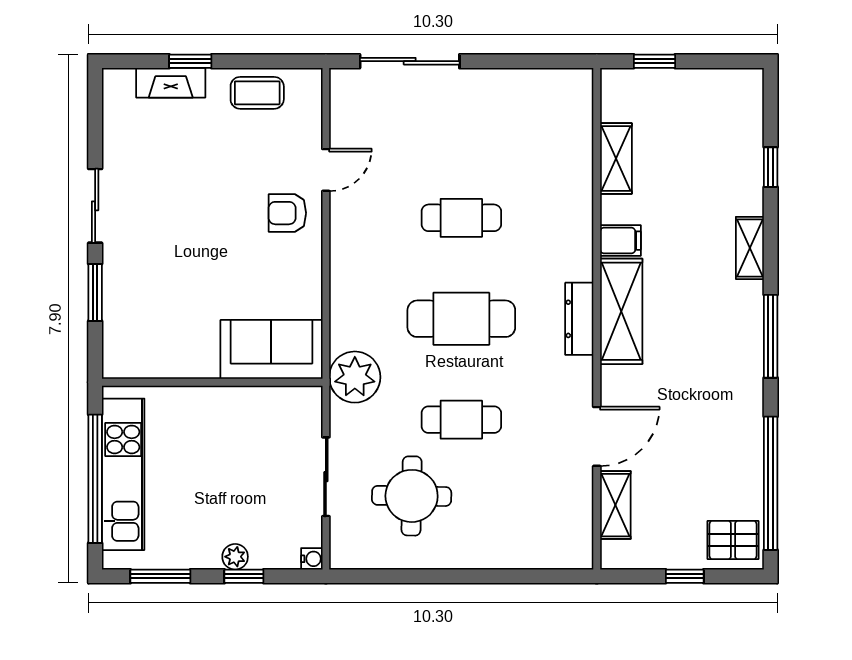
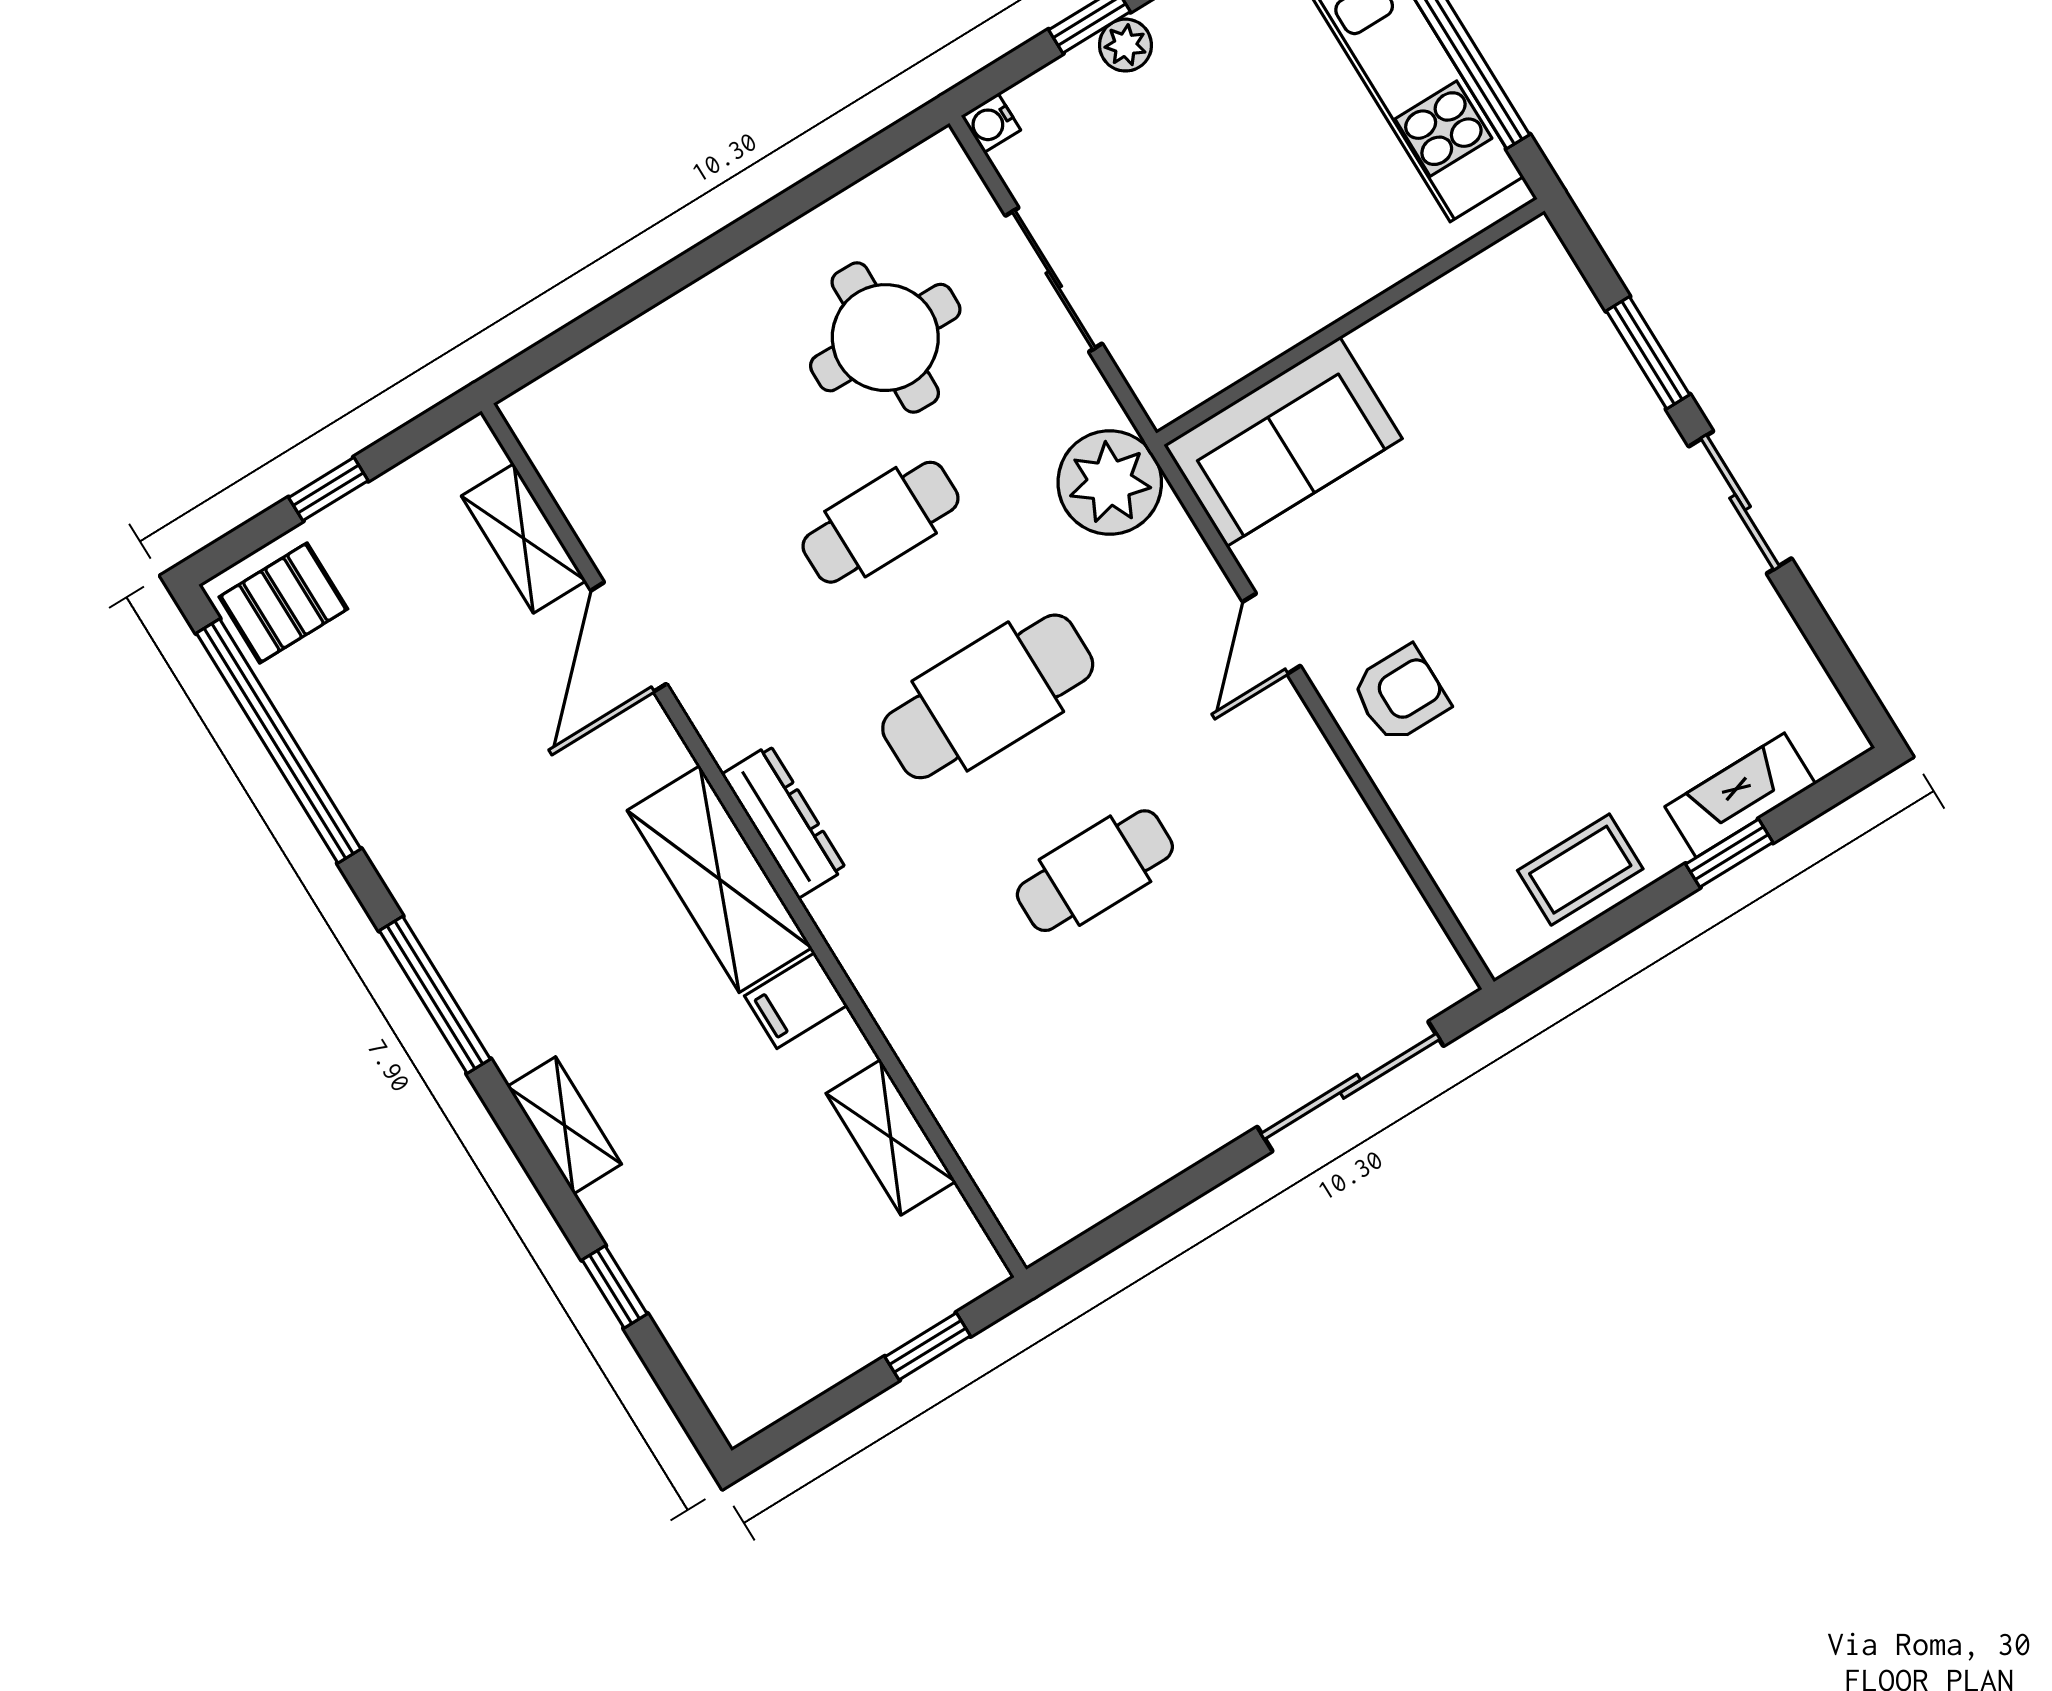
door: (326, 170) -> (1272, 634), moved

